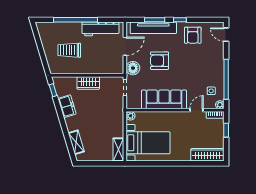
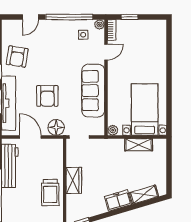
armchair: (193, 35) -> (17, 57), turned 99
door: (226, 35) -> (31, 17), moved
trolley: (69, 50) -> (50, 193), moved
freezer: (67, 106) -> (118, 201), moved
door: (197, 110) -> (106, 52), swing flipped
shelving: (118, 150) -> (139, 145), moved
wardrobe: (207, 155) -> (159, 39), removed

